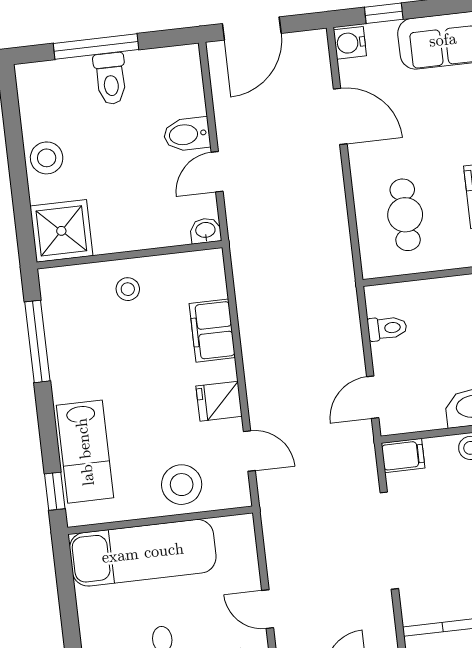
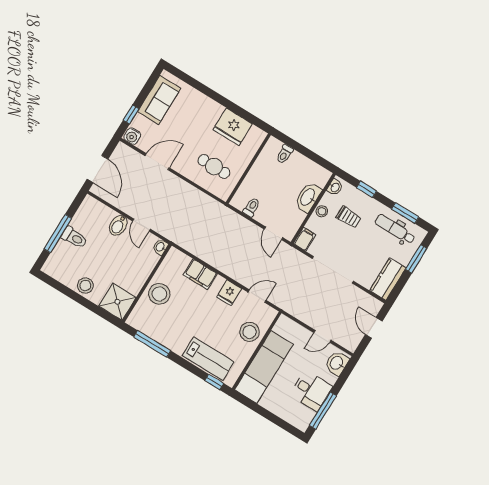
stool: (128, 289) -> (159, 294), width x1.89, depth x1.89

